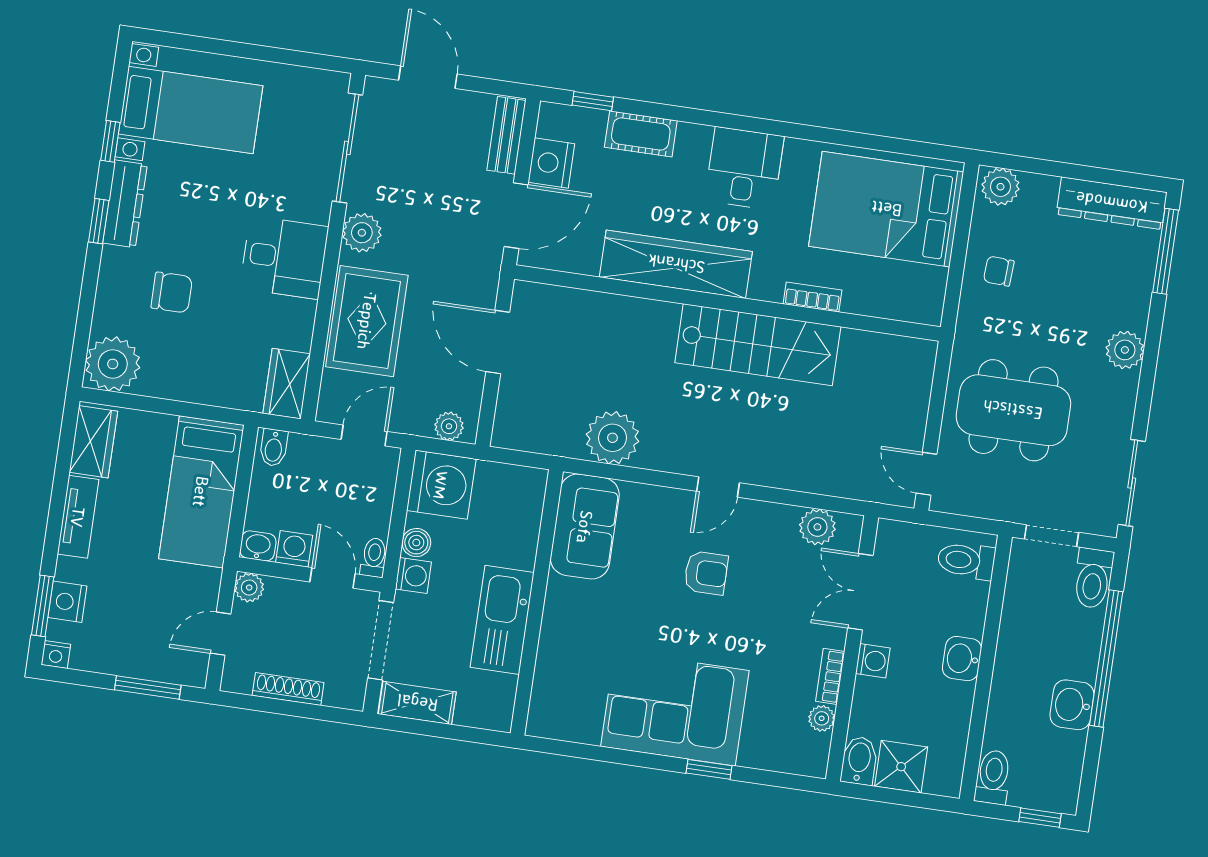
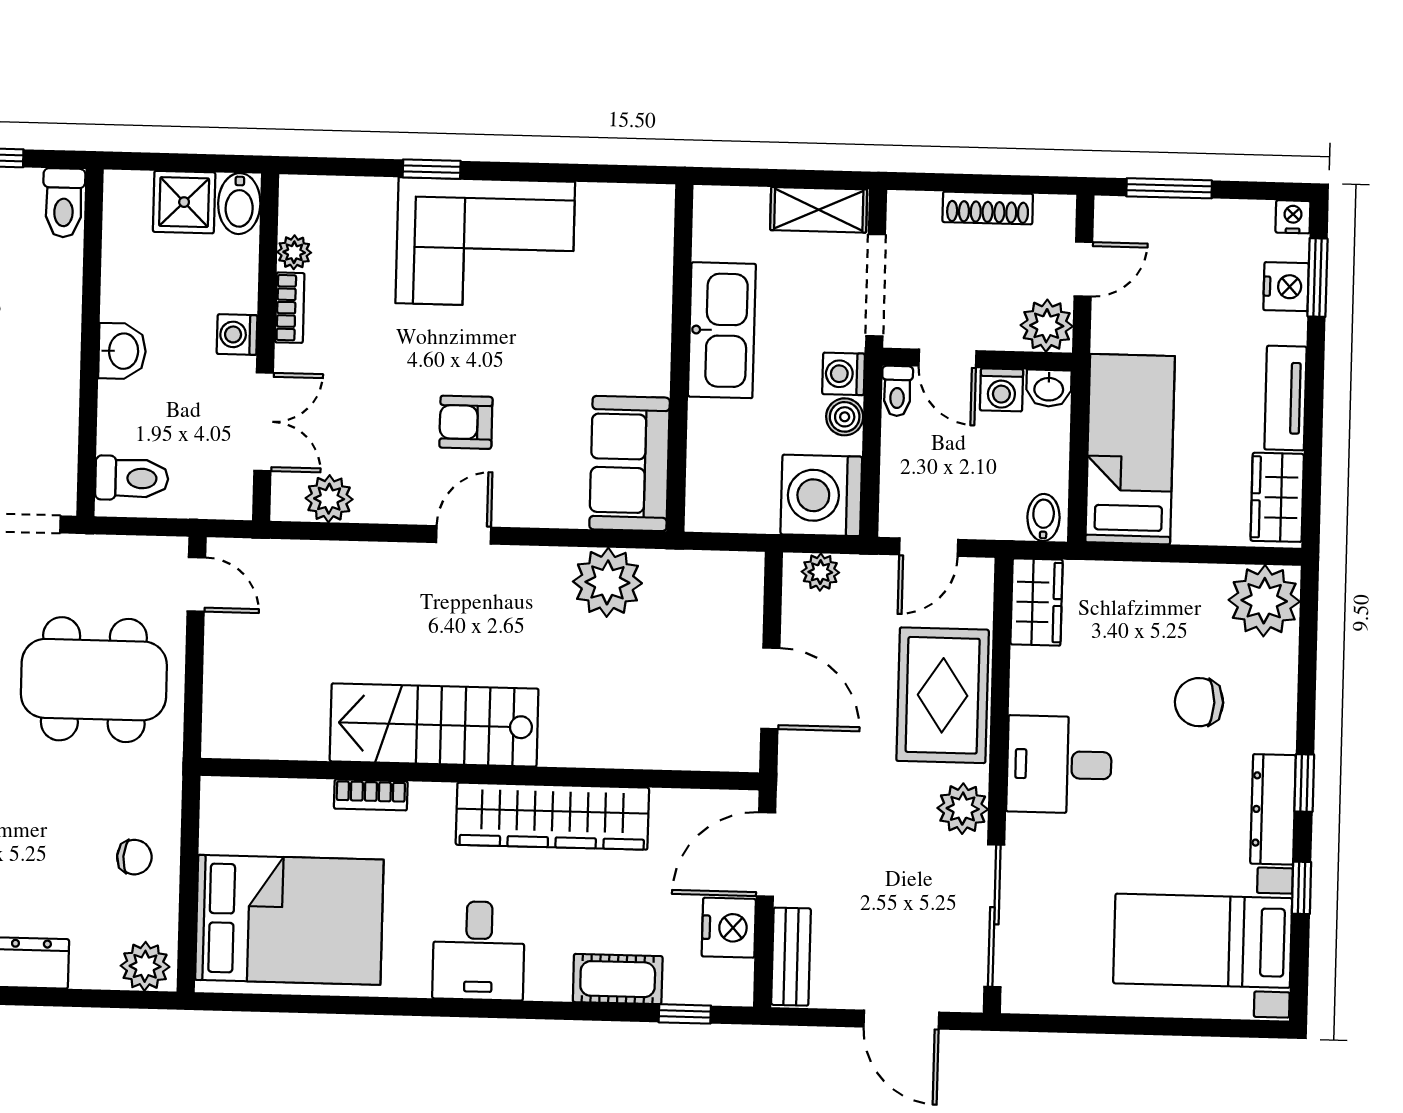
plant: (249, 588) -> (1047, 326), width x1.38, depth x1.38

